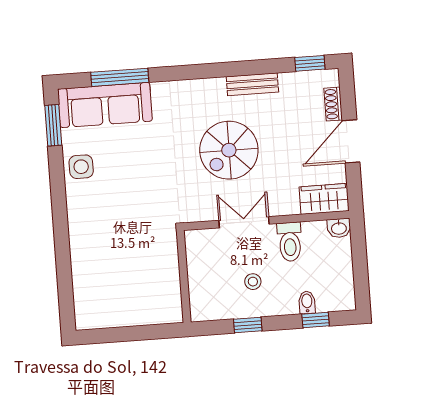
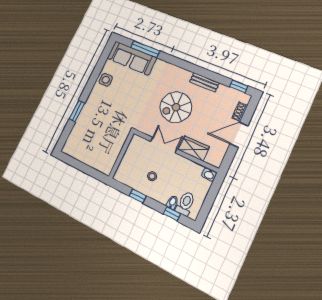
window: (53, 125) -> (77, 111), moved
wardrobe: (324, 199) -> (194, 148), moved
toilet: (290, 242) -> (185, 204), moved, turned 180

